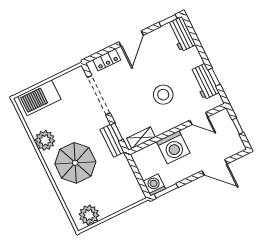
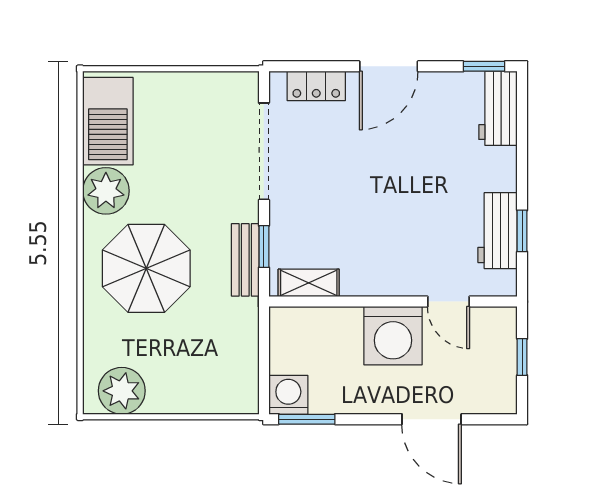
stool: (163, 95) -> (399, 216), removed
barbecue: (39, 98) -> (108, 121), moved, turned -90
washing machine: (173, 147) -> (393, 336), moved

